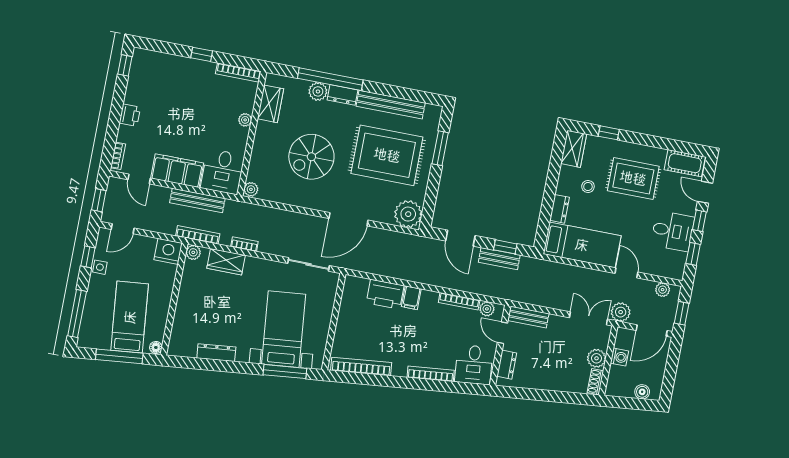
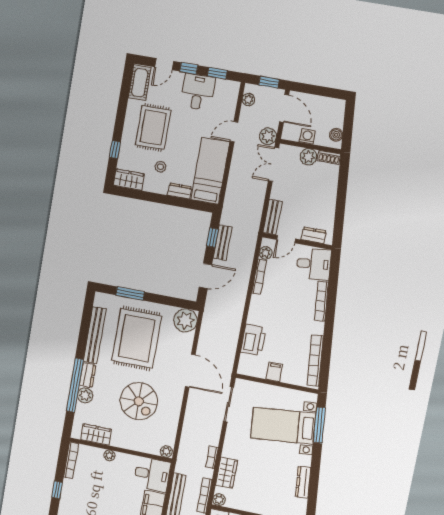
filing cabinet: (411, 298) -> (274, 372), moved, turned -90
boiler: (642, 392) -> (336, 135), moved

